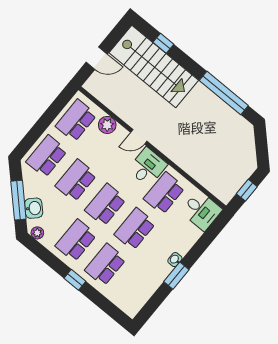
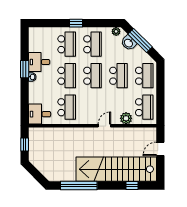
stairs: (154, 66) -> (116, 169), width x1.36
desk: (148, 167) -> (39, 62), moved, turned 90

